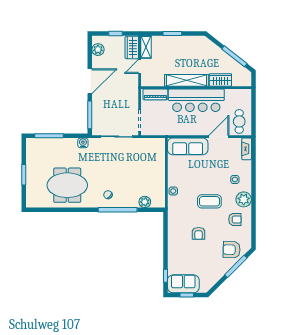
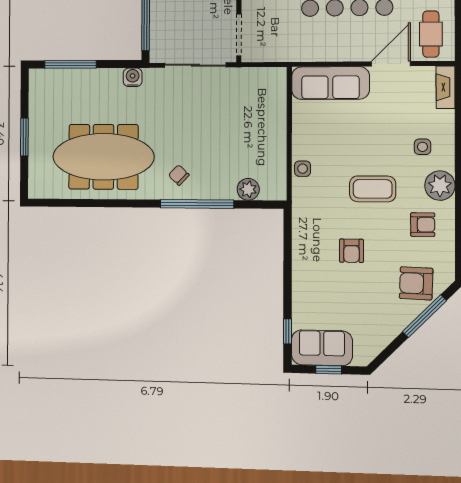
meeting table: (67, 185) -> (103, 157), width x1.36

